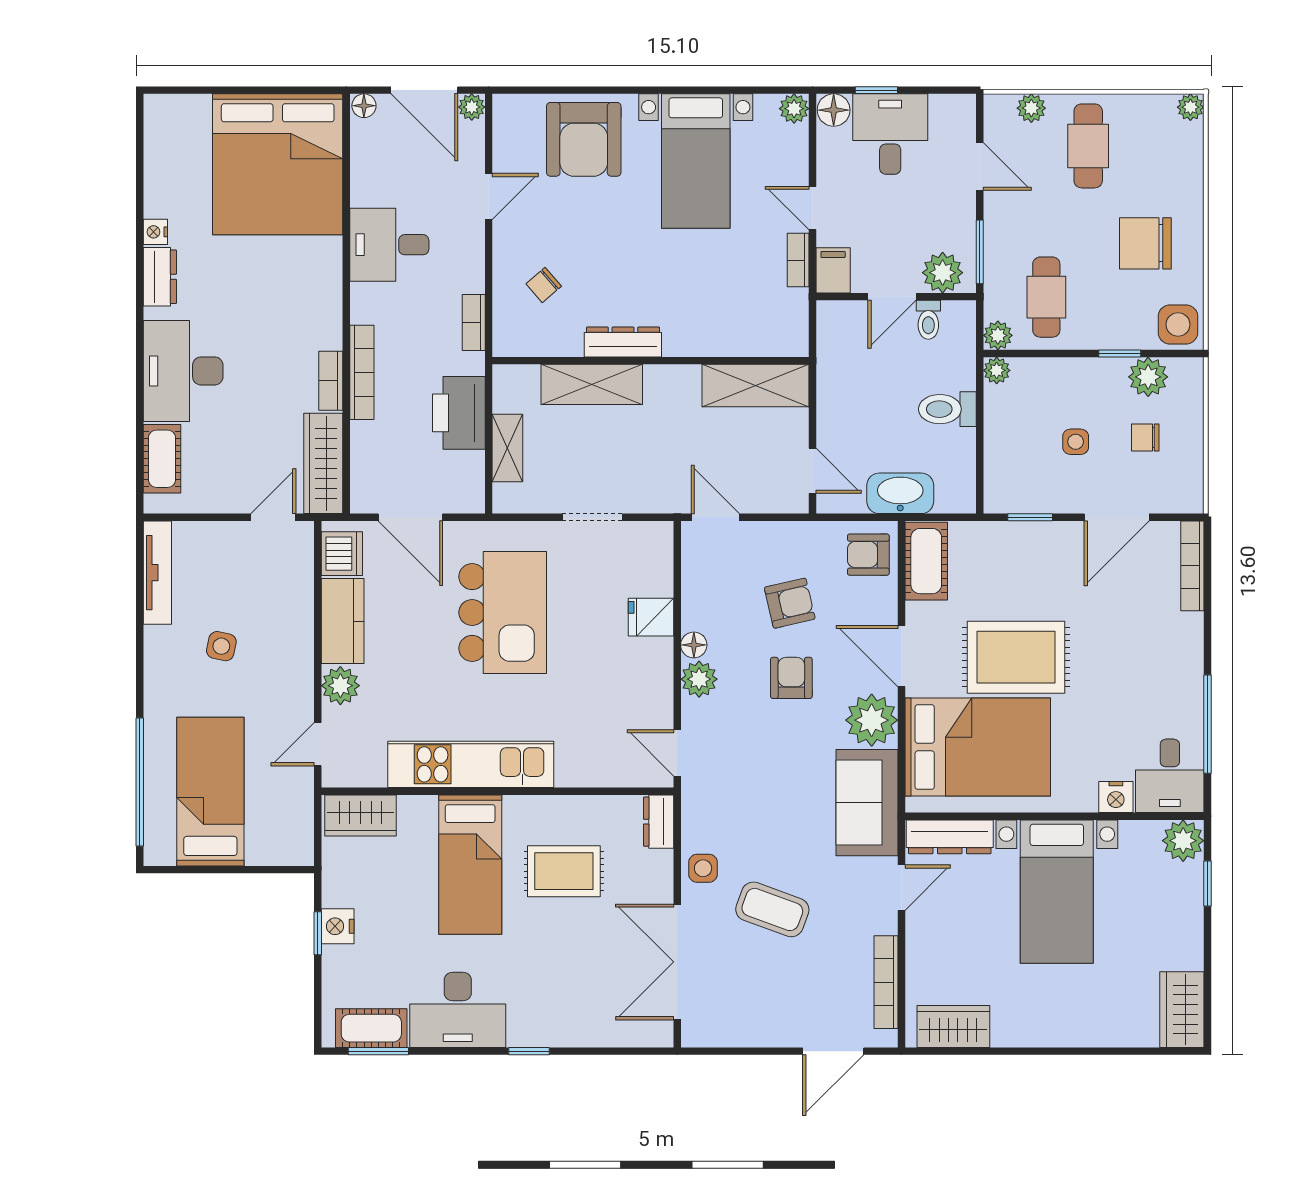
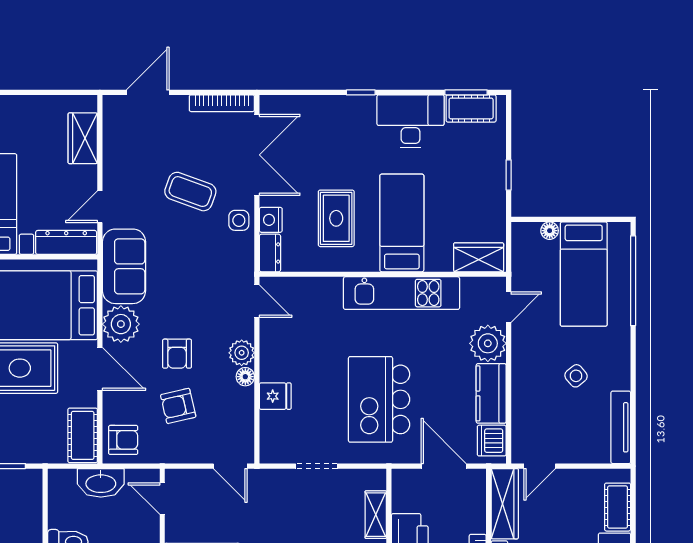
side table: (221, 646) -> (576, 376), turned 38
plant: (340, 686) -> (488, 343), width x1.36, depth x1.36
floor lamp: (259, 854) -> (550, 231), added
rug: (564, 871) -> (336, 218), turned 90
nightstand: (338, 926) -> (271, 220), moved, turned 180
bookcase: (886, 982) -> (222, 103), moved, turned 90
wardrobe: (953, 1026) -> (83, 138), moved, turned 90

